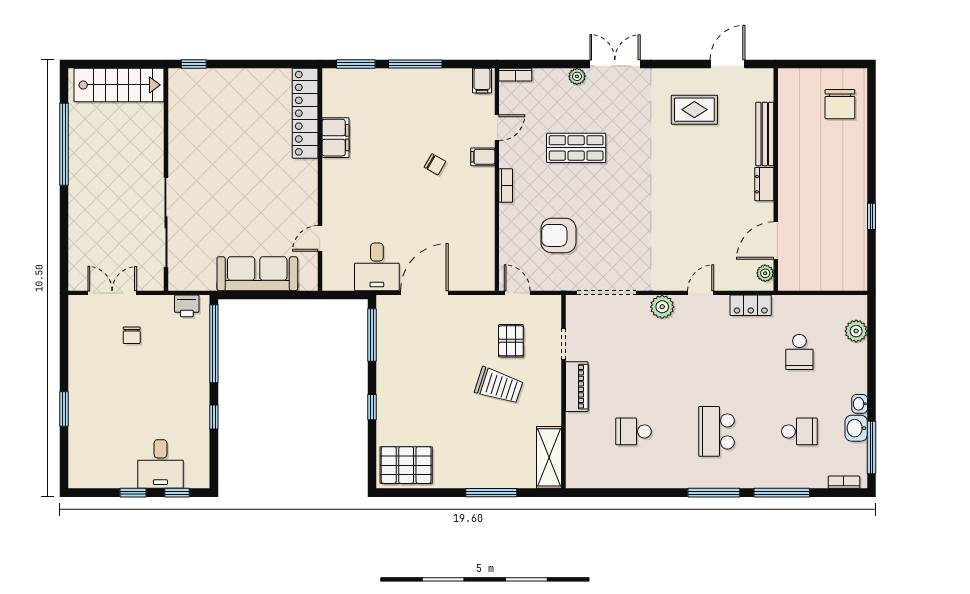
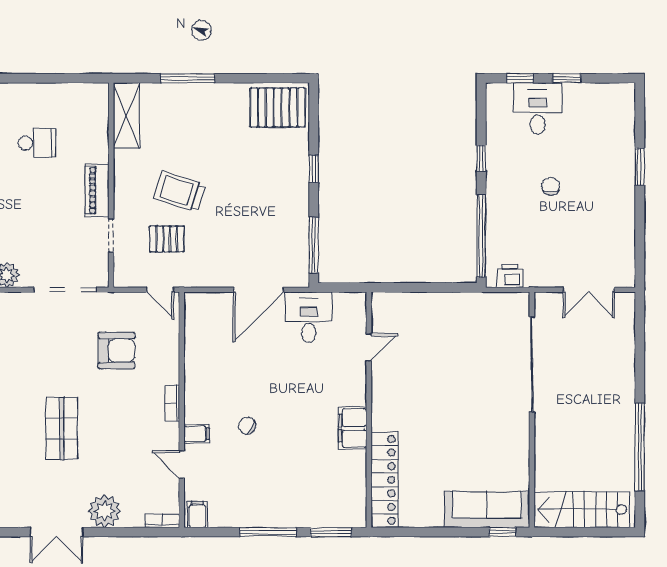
plant: (577, 76) -> (105, 511), width x1.87, depth x1.87
door: (497, 128) -> (182, 464), hinge flipped
filing cabinet: (335, 138) -> (353, 428), moved
shop shelf: (576, 148) -> (62, 428), moved, turned 90
sofa: (257, 274) -> (487, 510), moved, turned 180
chair: (132, 335) -> (550, 186), moved
pallet: (511, 341) -> (167, 239), turned 90

